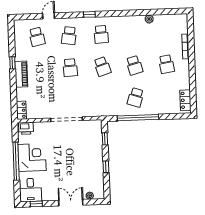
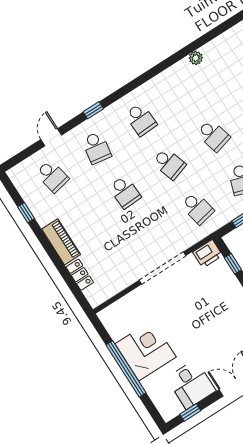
window: (89, 14) -> (93, 110), moved
window: (12, 63) -> (26, 213), moved
school desk: (103, 99) -> (197, 208), added
locker: (21, 110) -> (80, 275), moved
printer: (26, 128) -> (208, 254), moved
desk: (30, 190) -> (191, 384), moved

